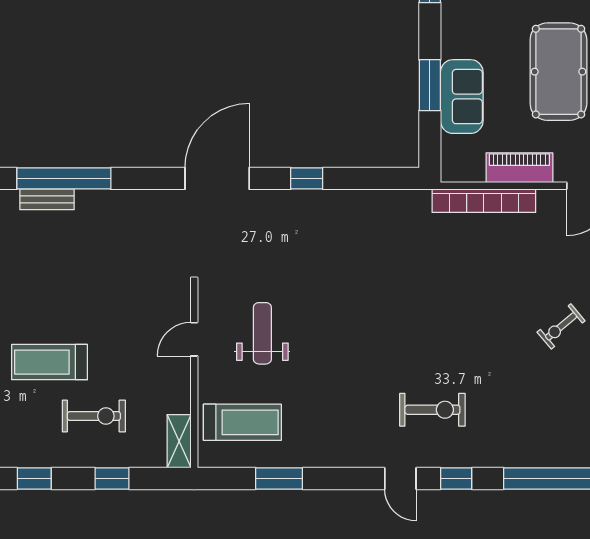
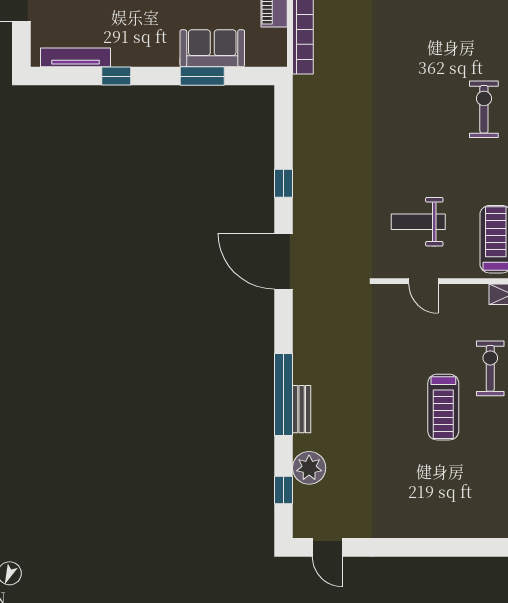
exercise bike: (432, 410) -> (484, 109), moved

